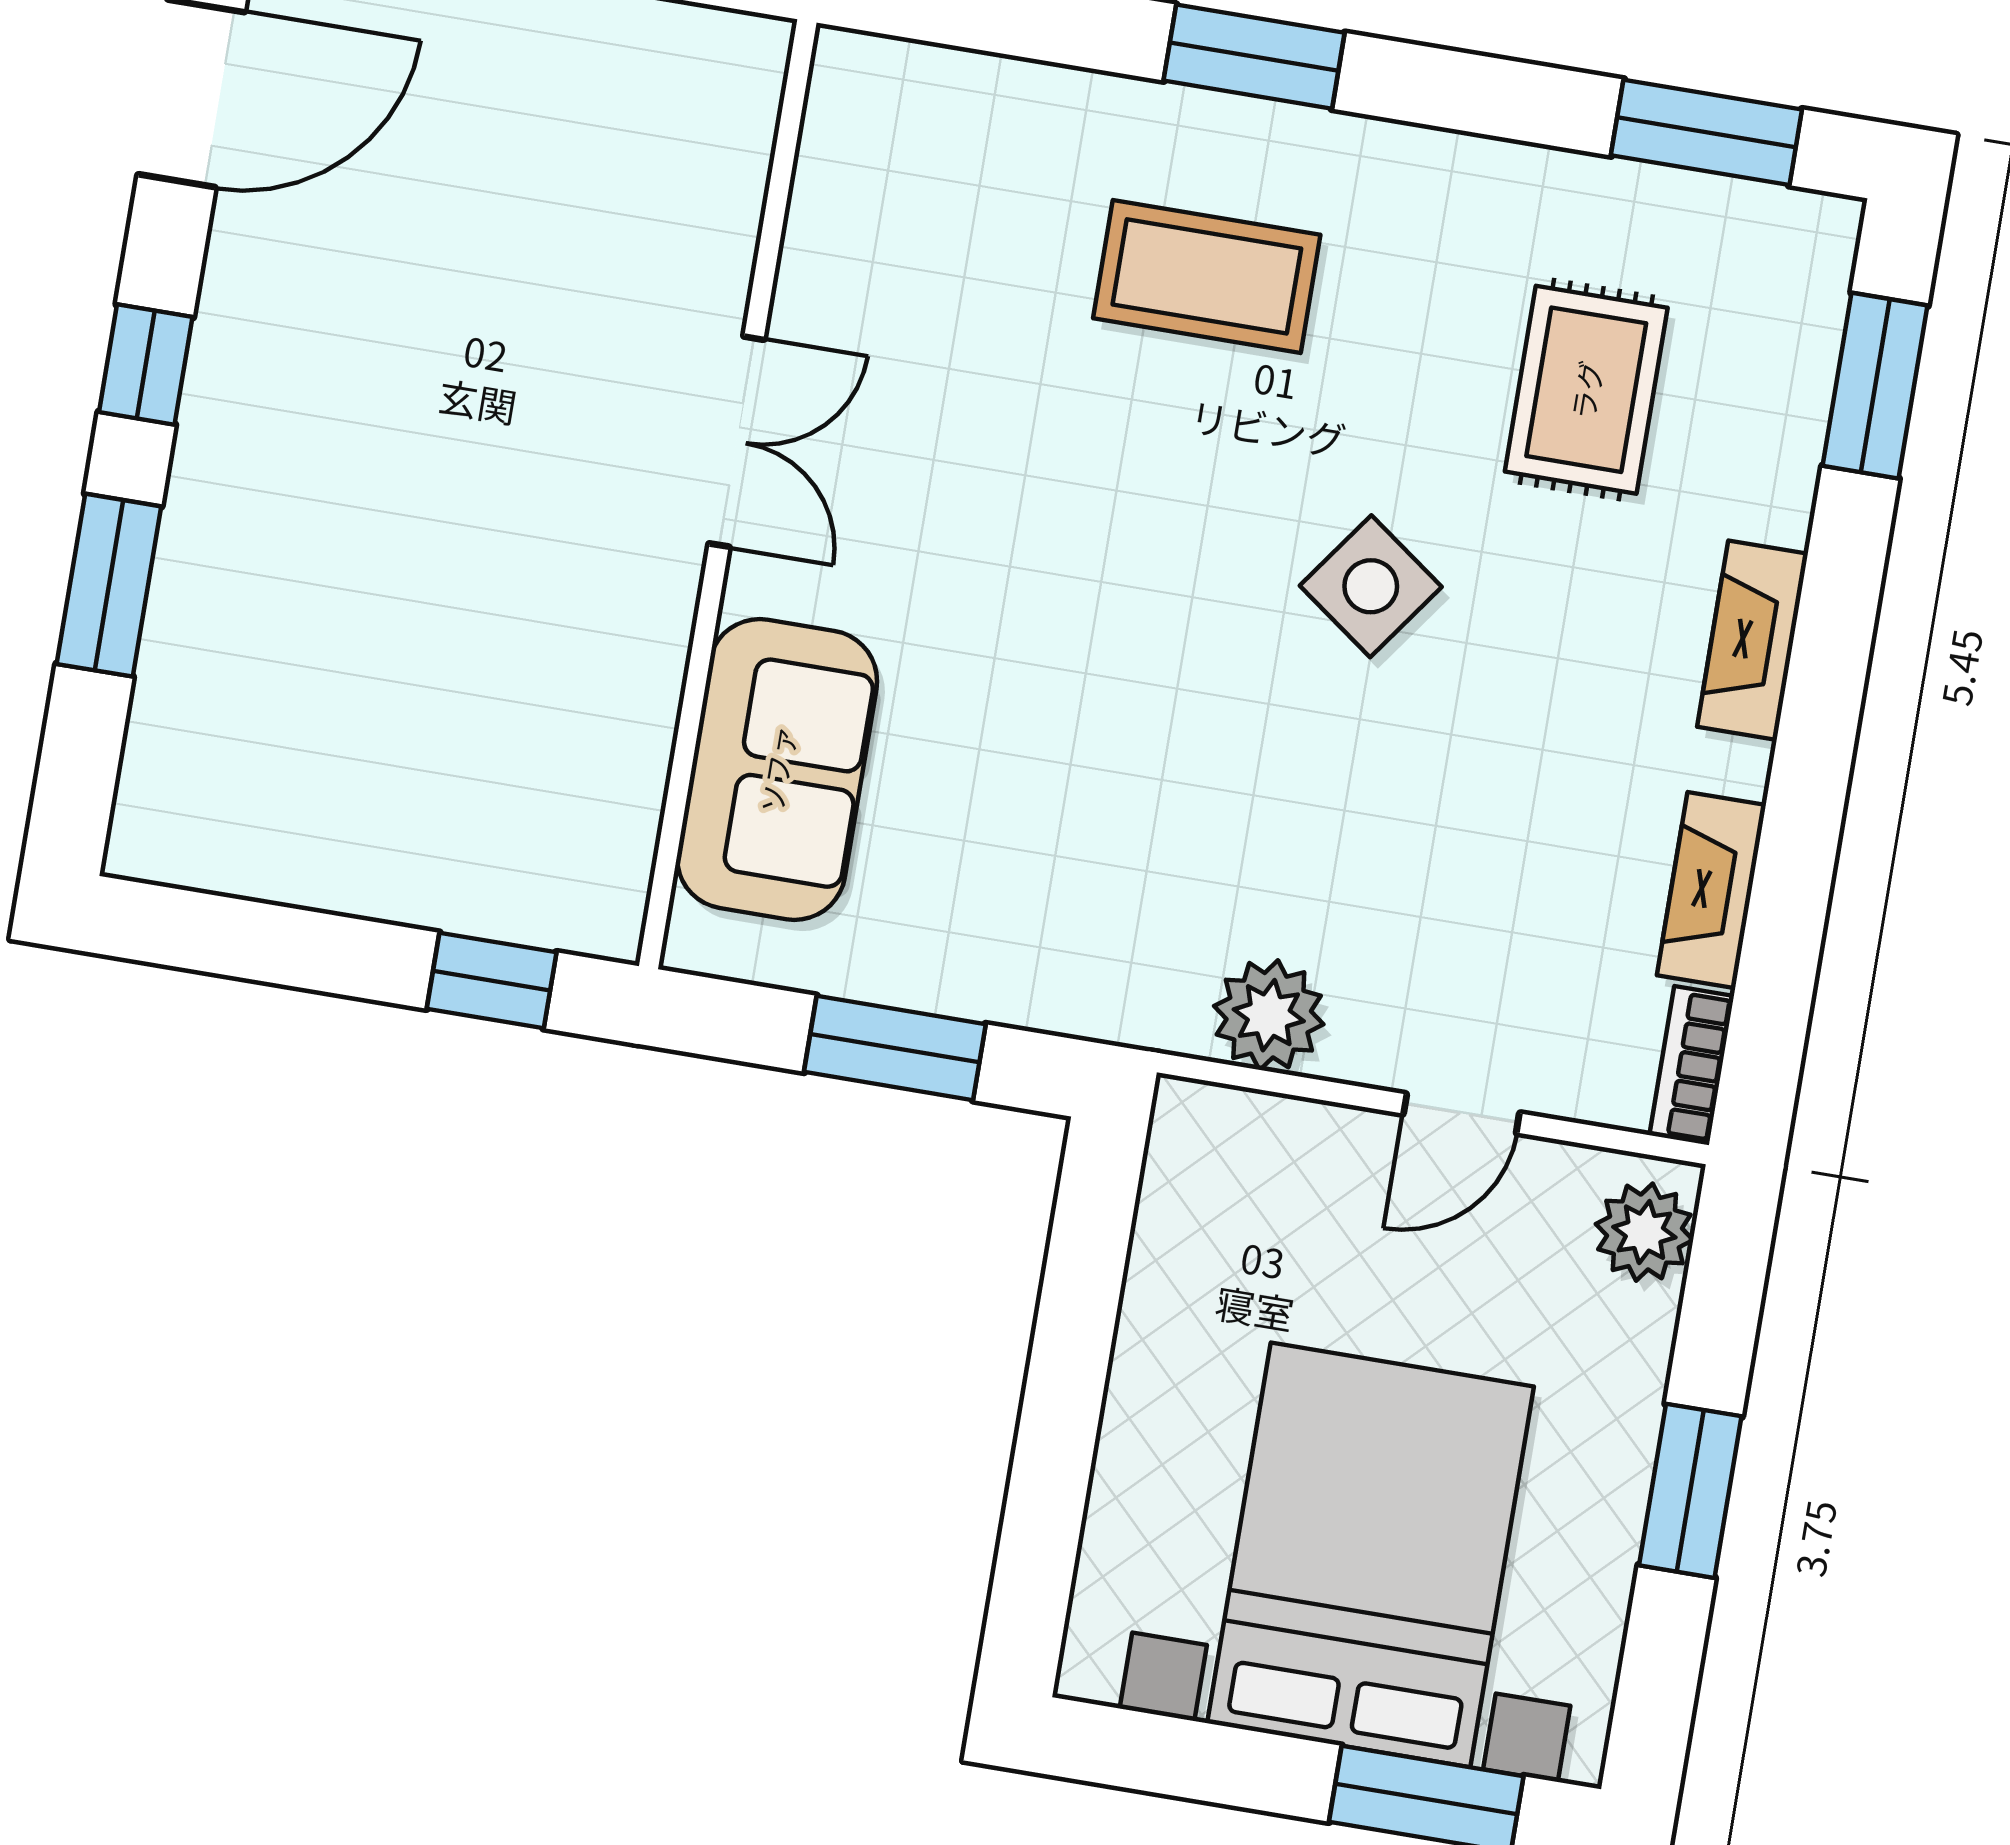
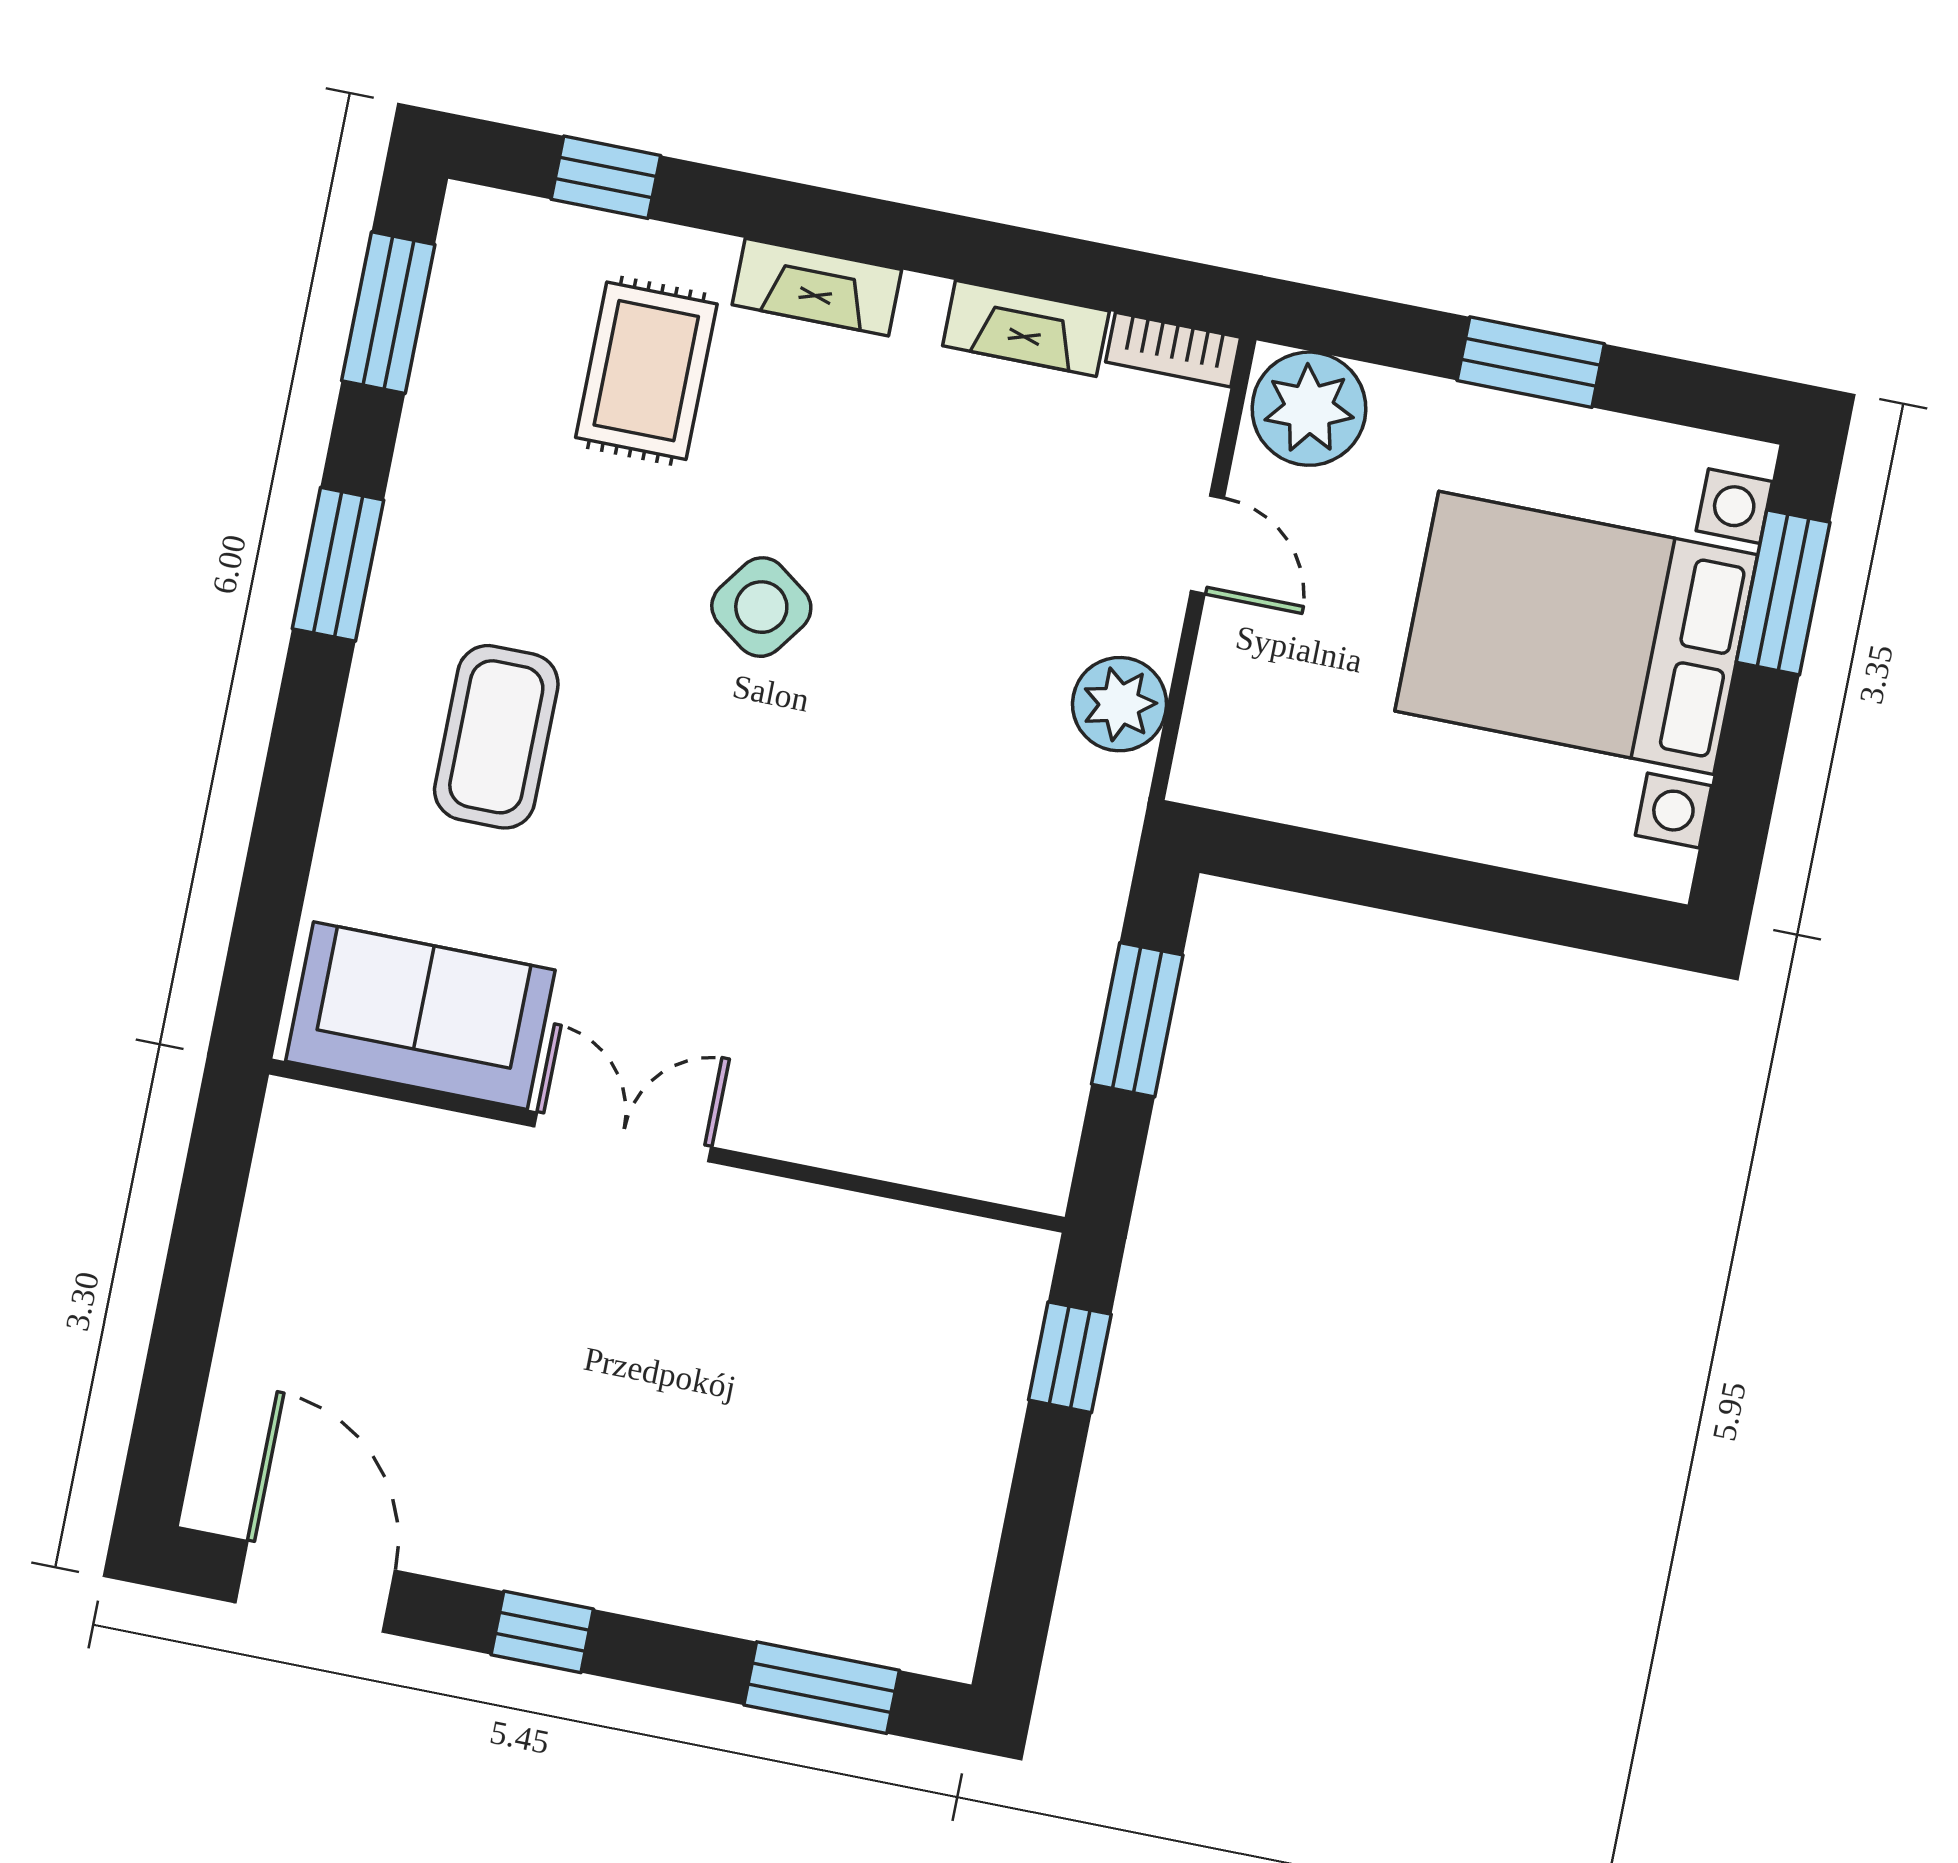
window: (1254, 57) -> (338, 564), moved
window: (1875, 386) -> (606, 177), width x0.67
rug: (1586, 390) -> (646, 371), moved, turned 90
window: (109, 585) -> (822, 1688), moved
sofa: (777, 769) -> (420, 1016), moved
plant: (1644, 1232) -> (1309, 409), width x1.36, depth x1.36

